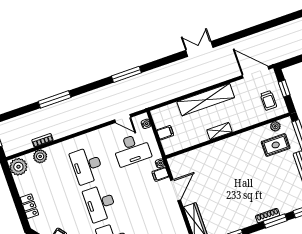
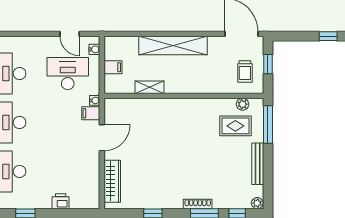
shelving: (219, 131) -> (150, 87), moved
desk: (132, 150) -> (68, 74), turned 180

